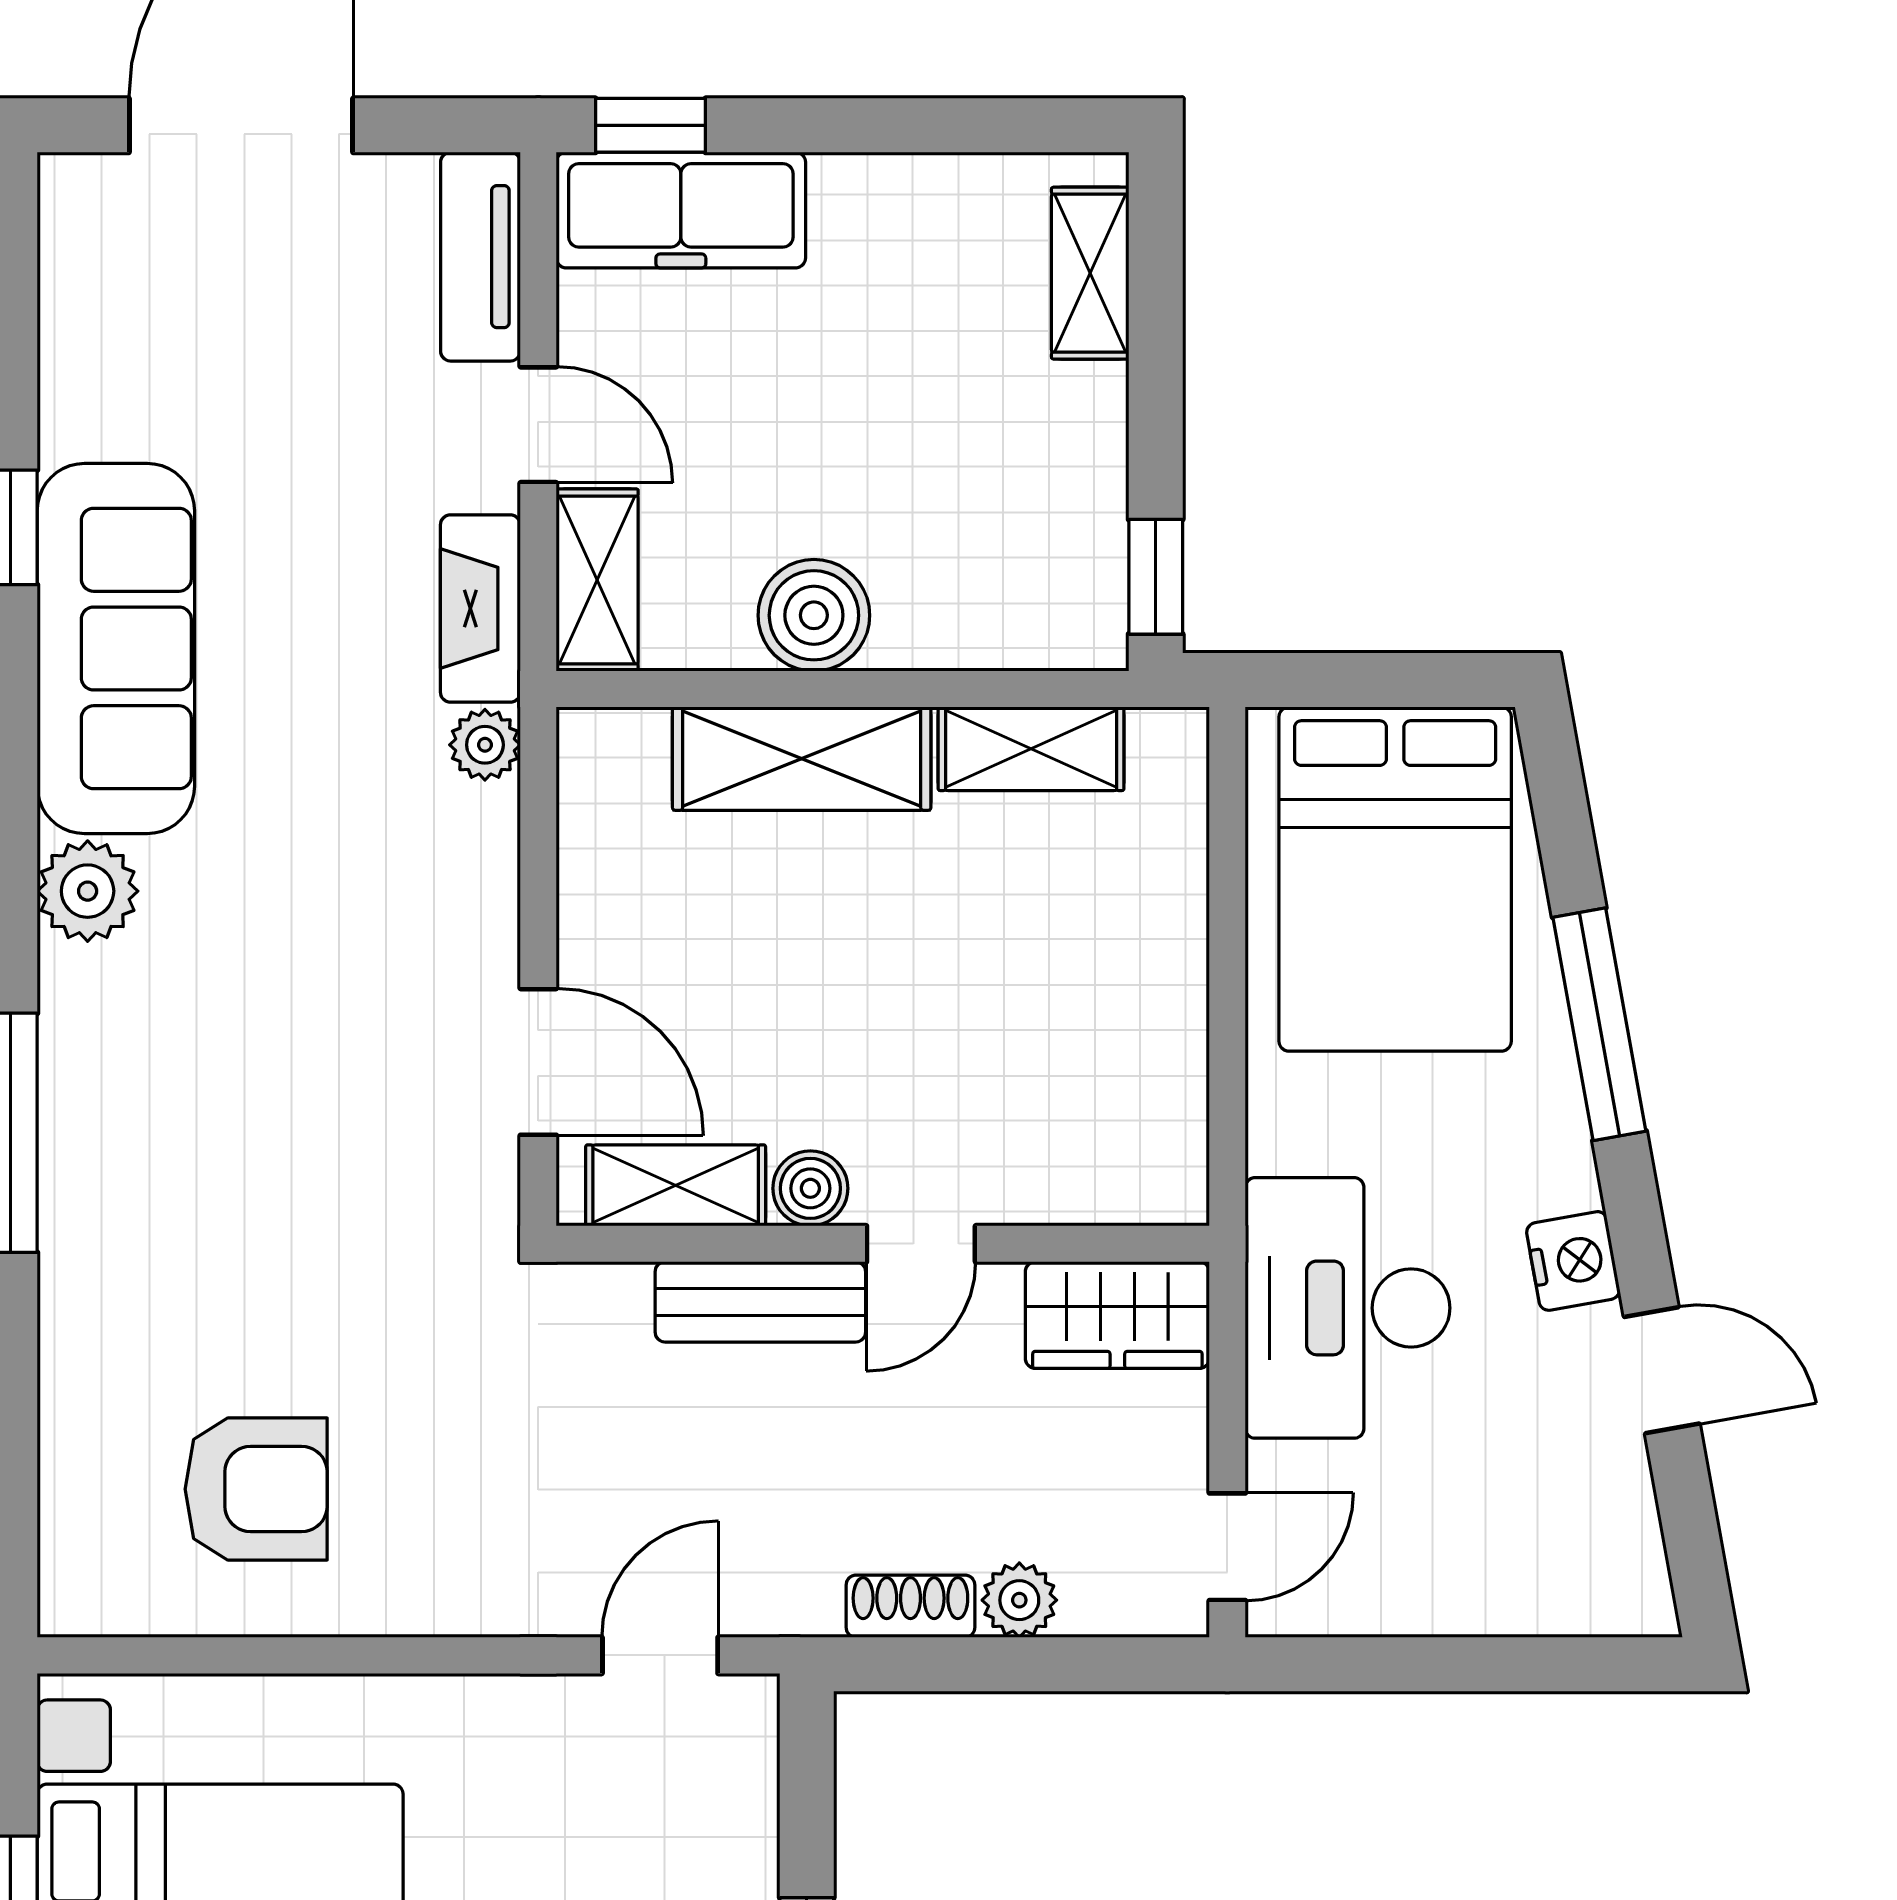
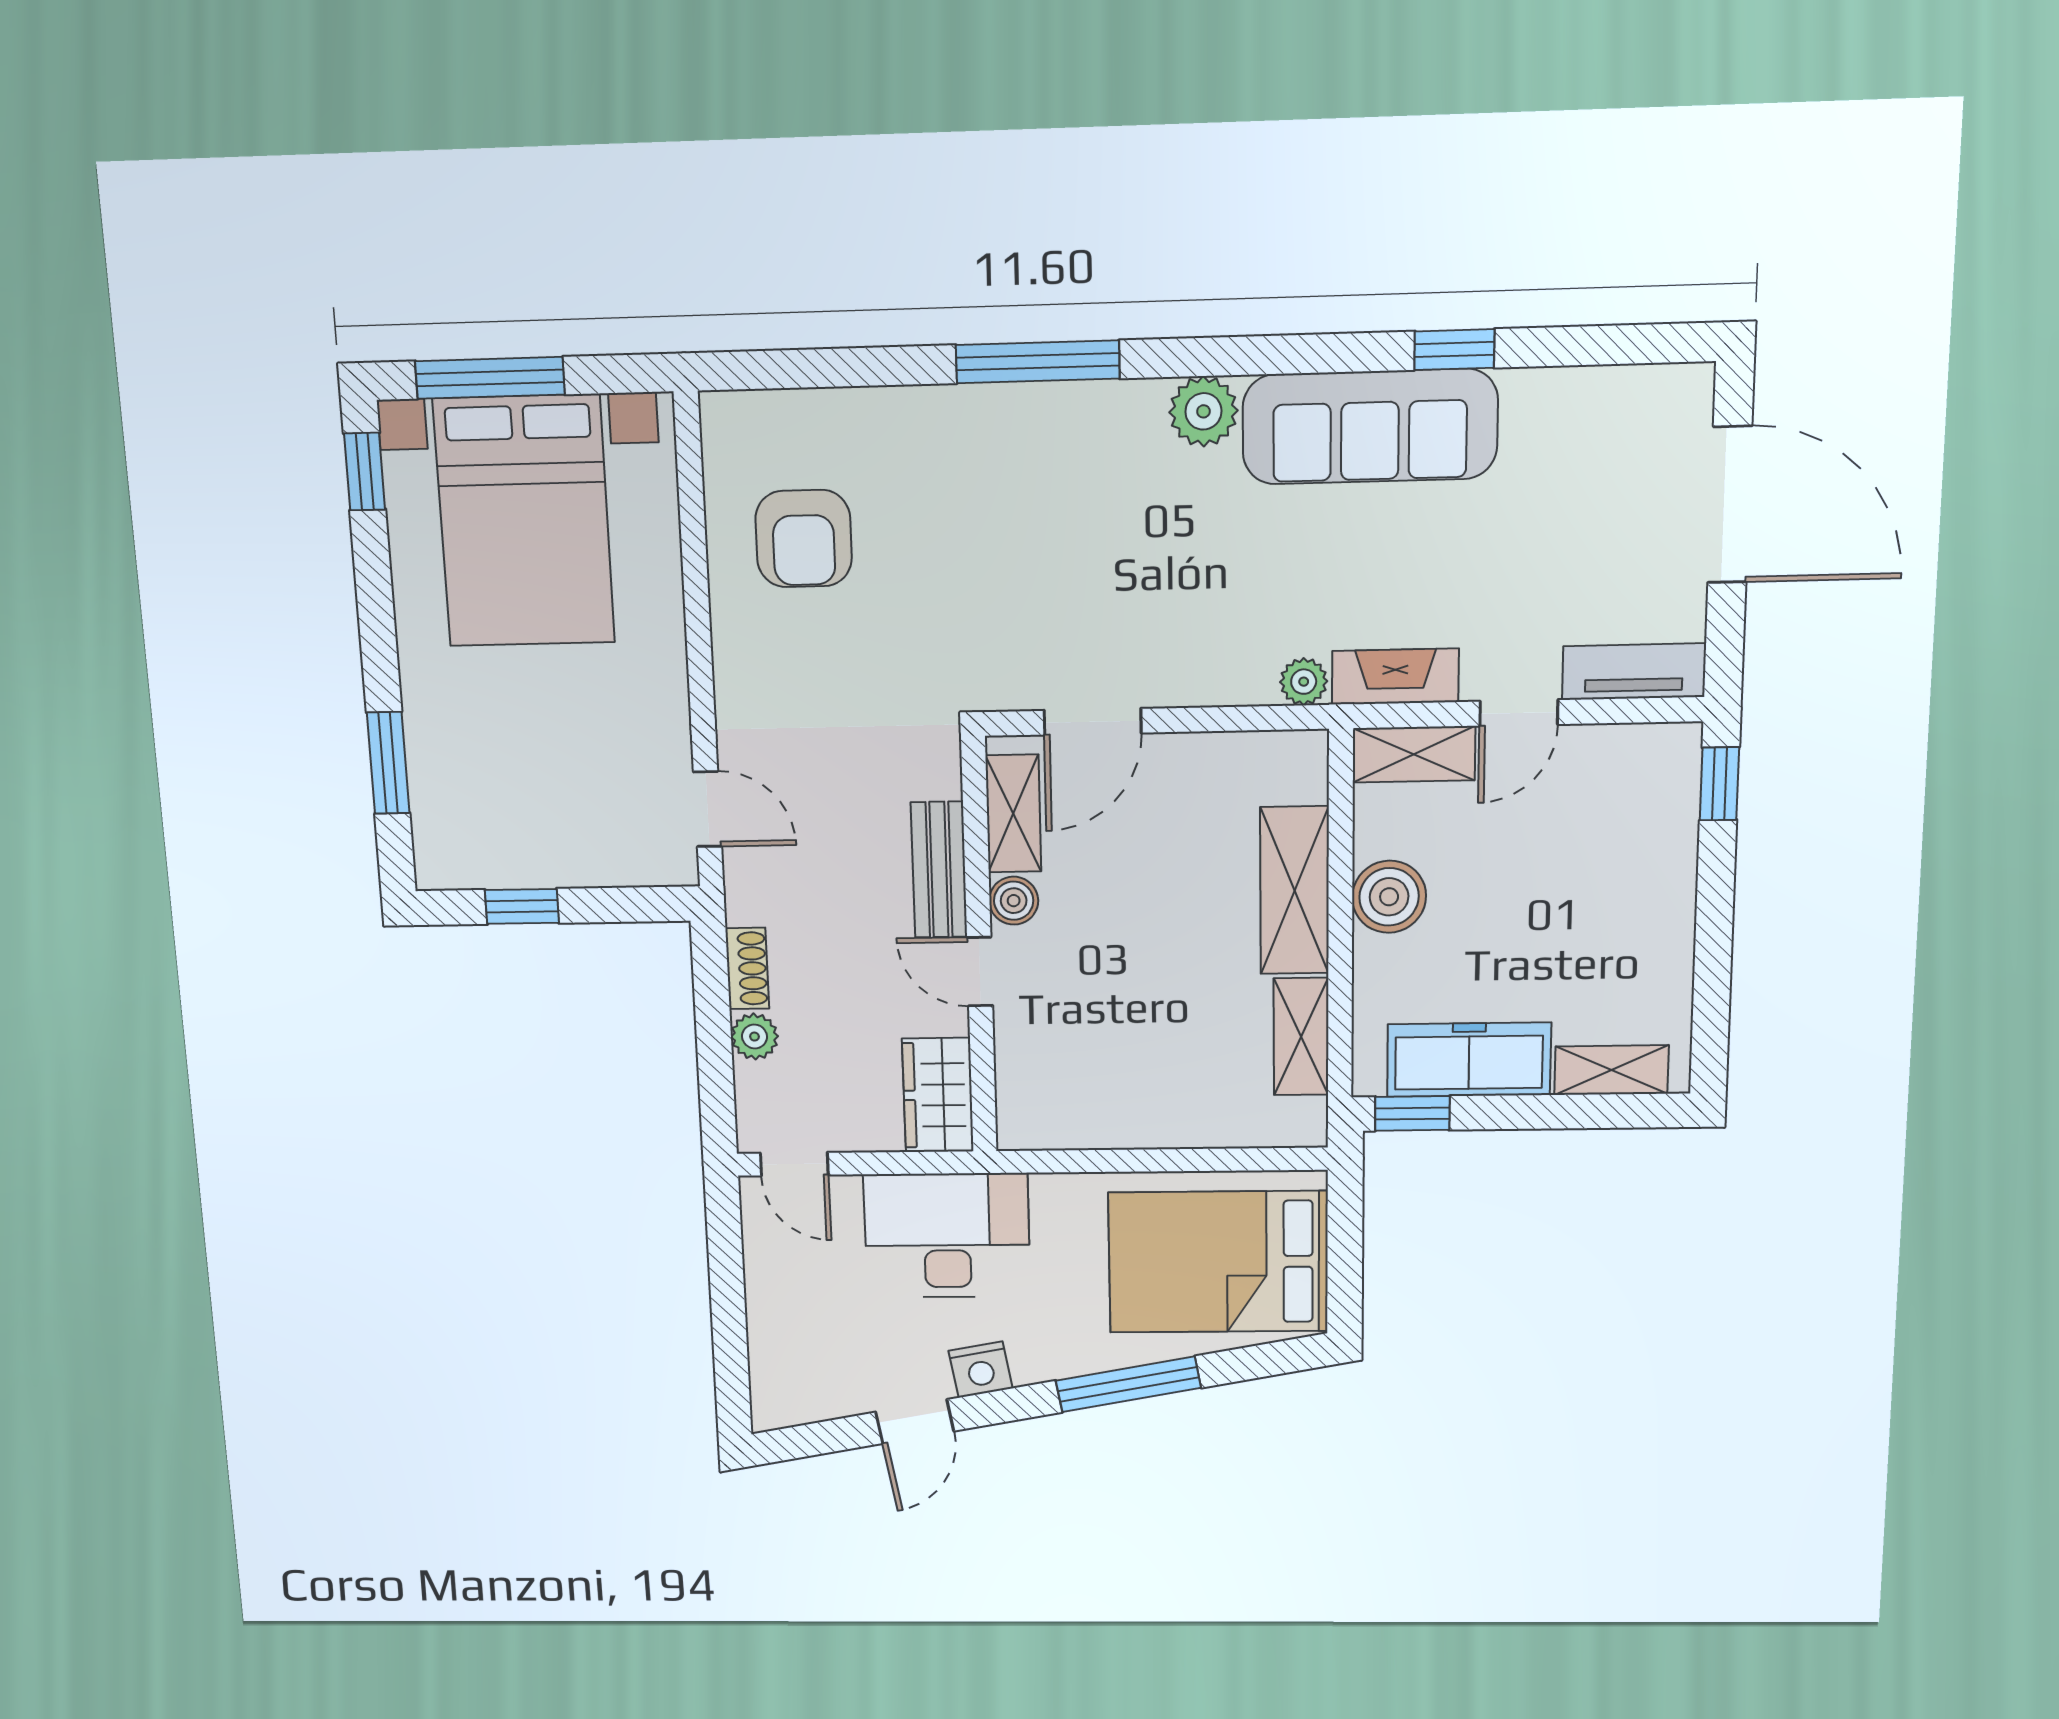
freezer: (681, 210) -> (1469, 1060), moved, turned 90

